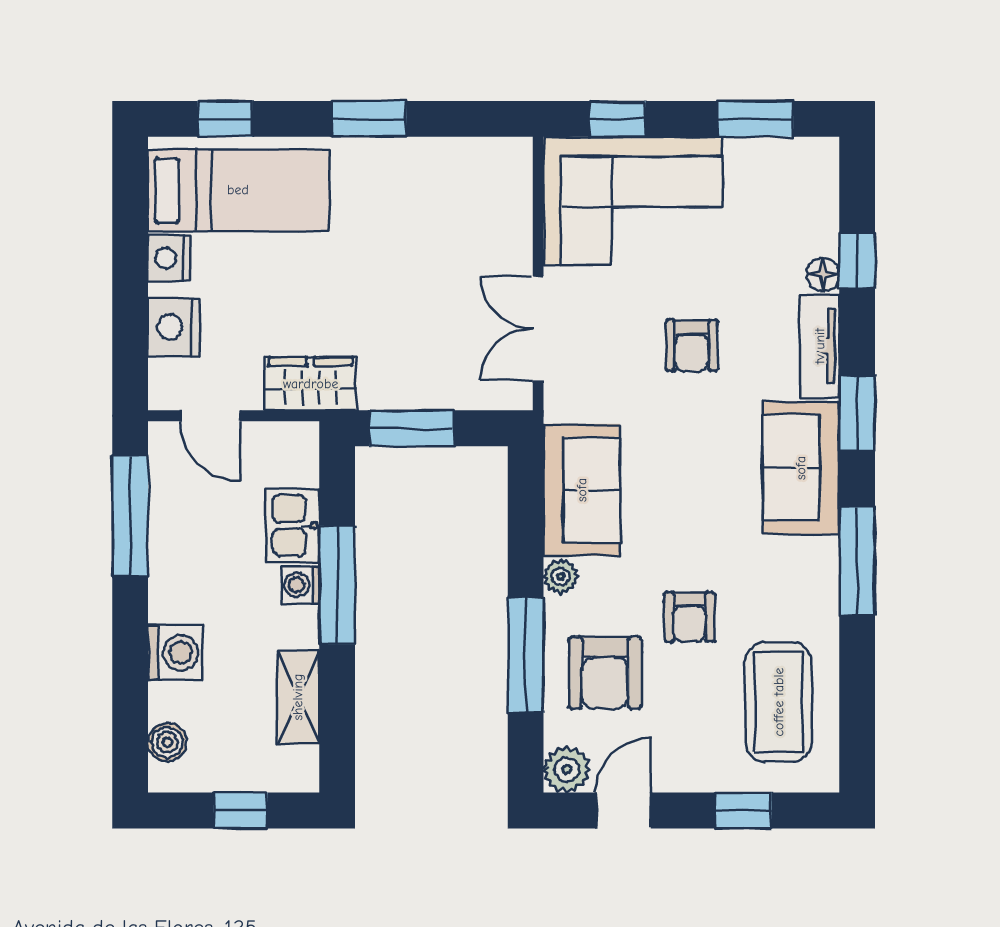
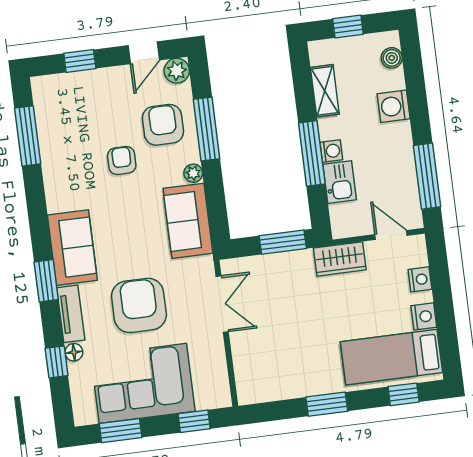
corner sofa: (633, 201) -> (143, 383), moved
nightstand: (174, 327) -> (420, 279), width x0.74, depth x0.75
armchair: (692, 346) -> (139, 305), width x1.88, depth x1.88
window: (857, 561) -> (28, 136), moved
coffee table: (779, 702) -> (68, 121), removed

